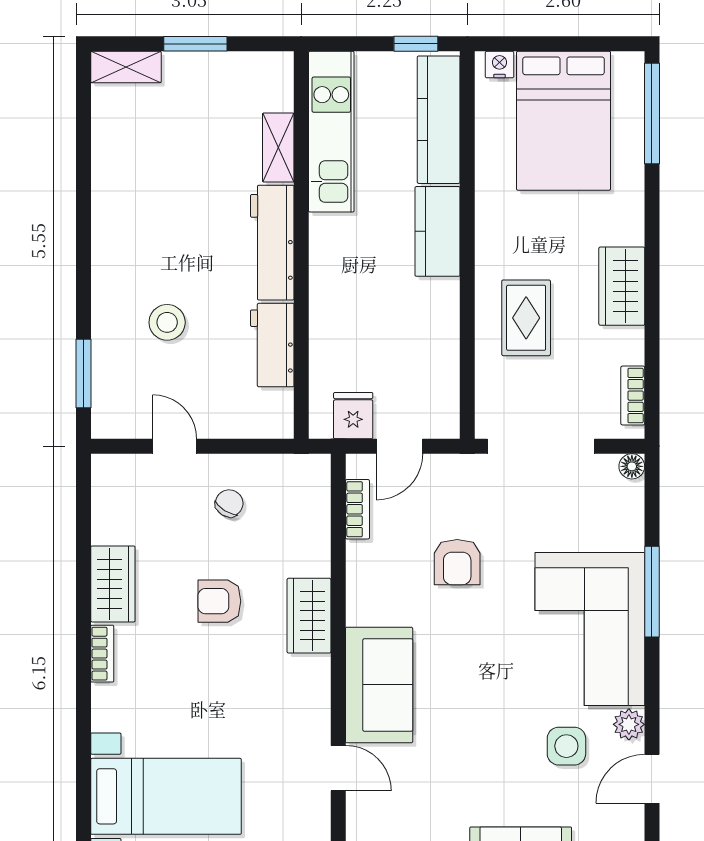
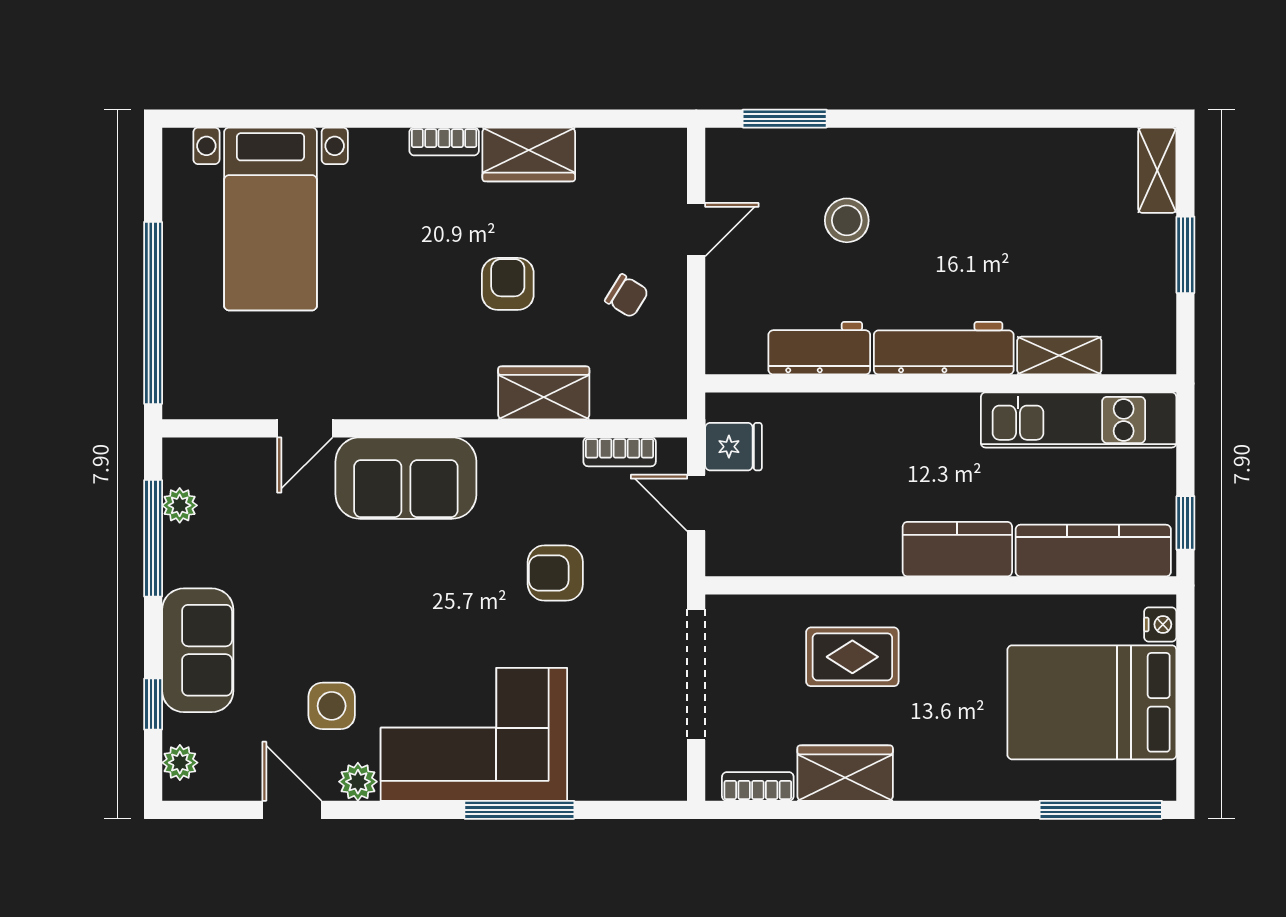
wardrobe: (622, 286) -> (845, 773), moved
floor lamp: (632, 466) -> (672, 785), removed
wardrobe: (309, 616) -> (544, 393), moved

